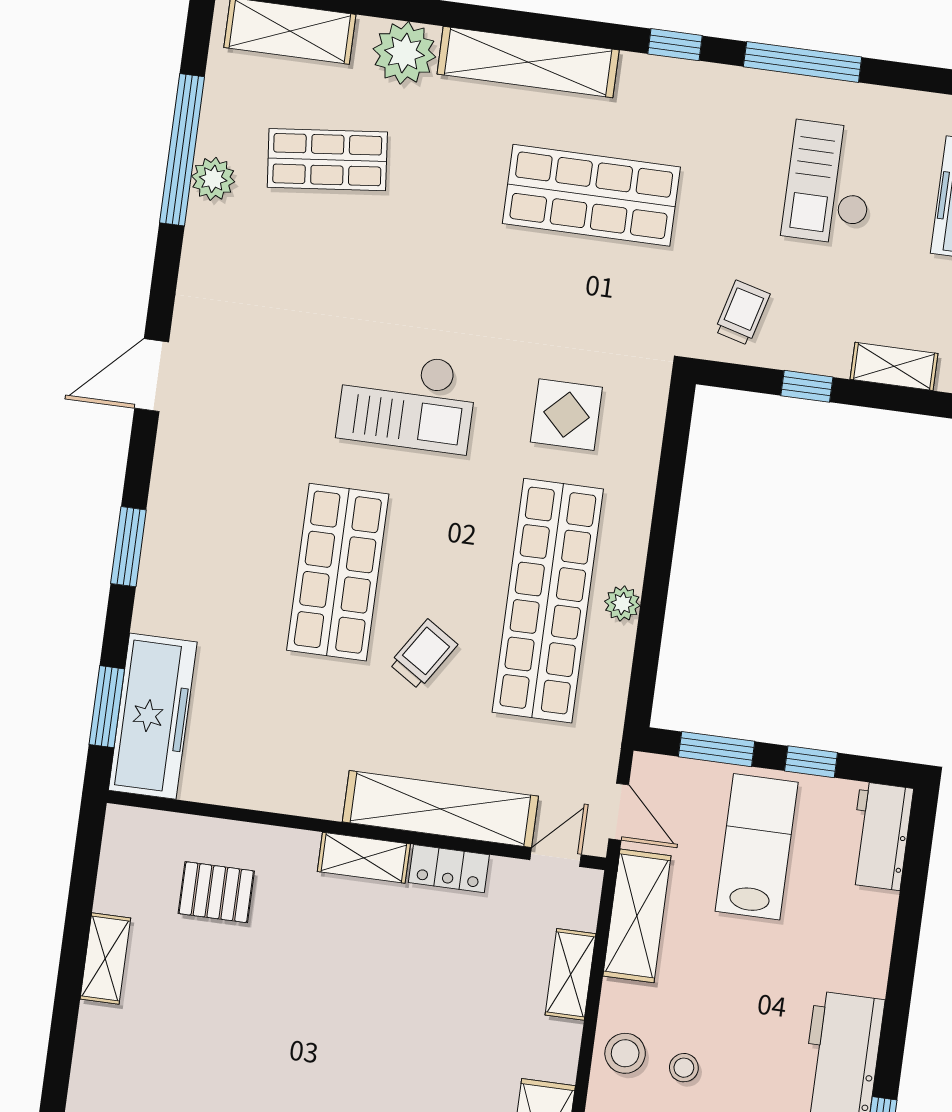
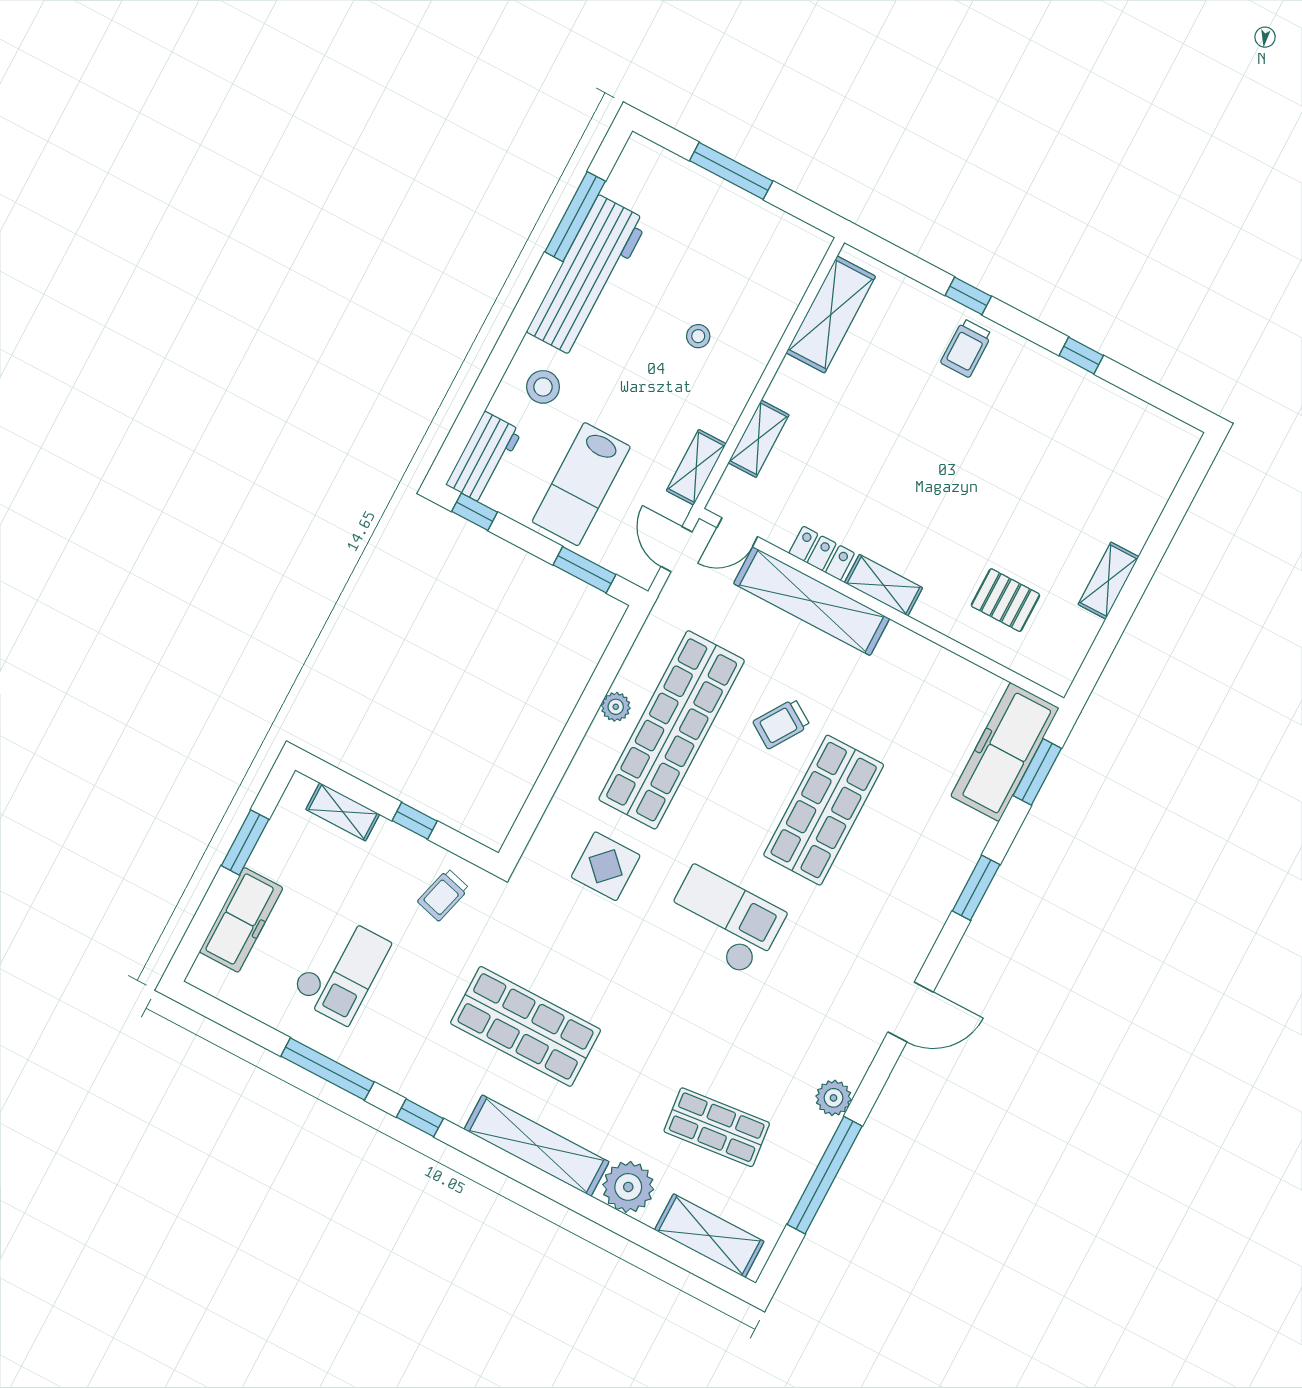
plant: (213, 179) -> (834, 1098), moved
window: (811, 762) -> (475, 512), moved
shelving: (637, 916) -> (696, 467), width x0.67, depth x0.75
stool: (625, 1053) -> (543, 387), moved

